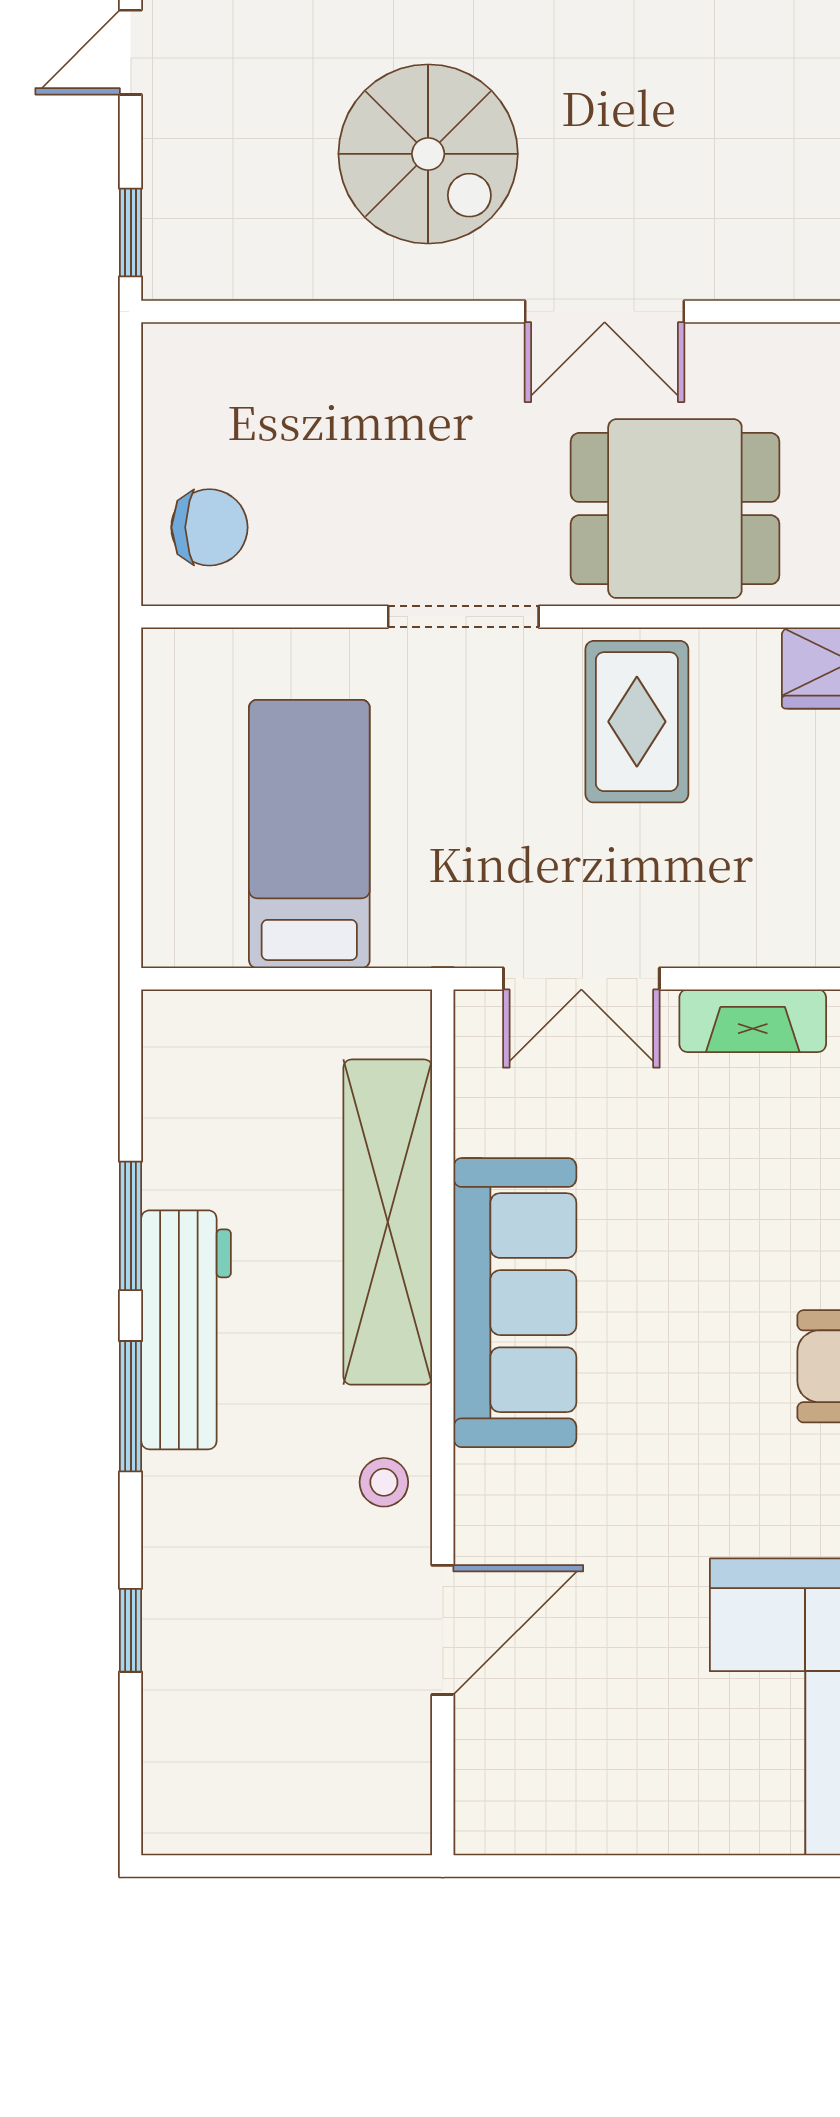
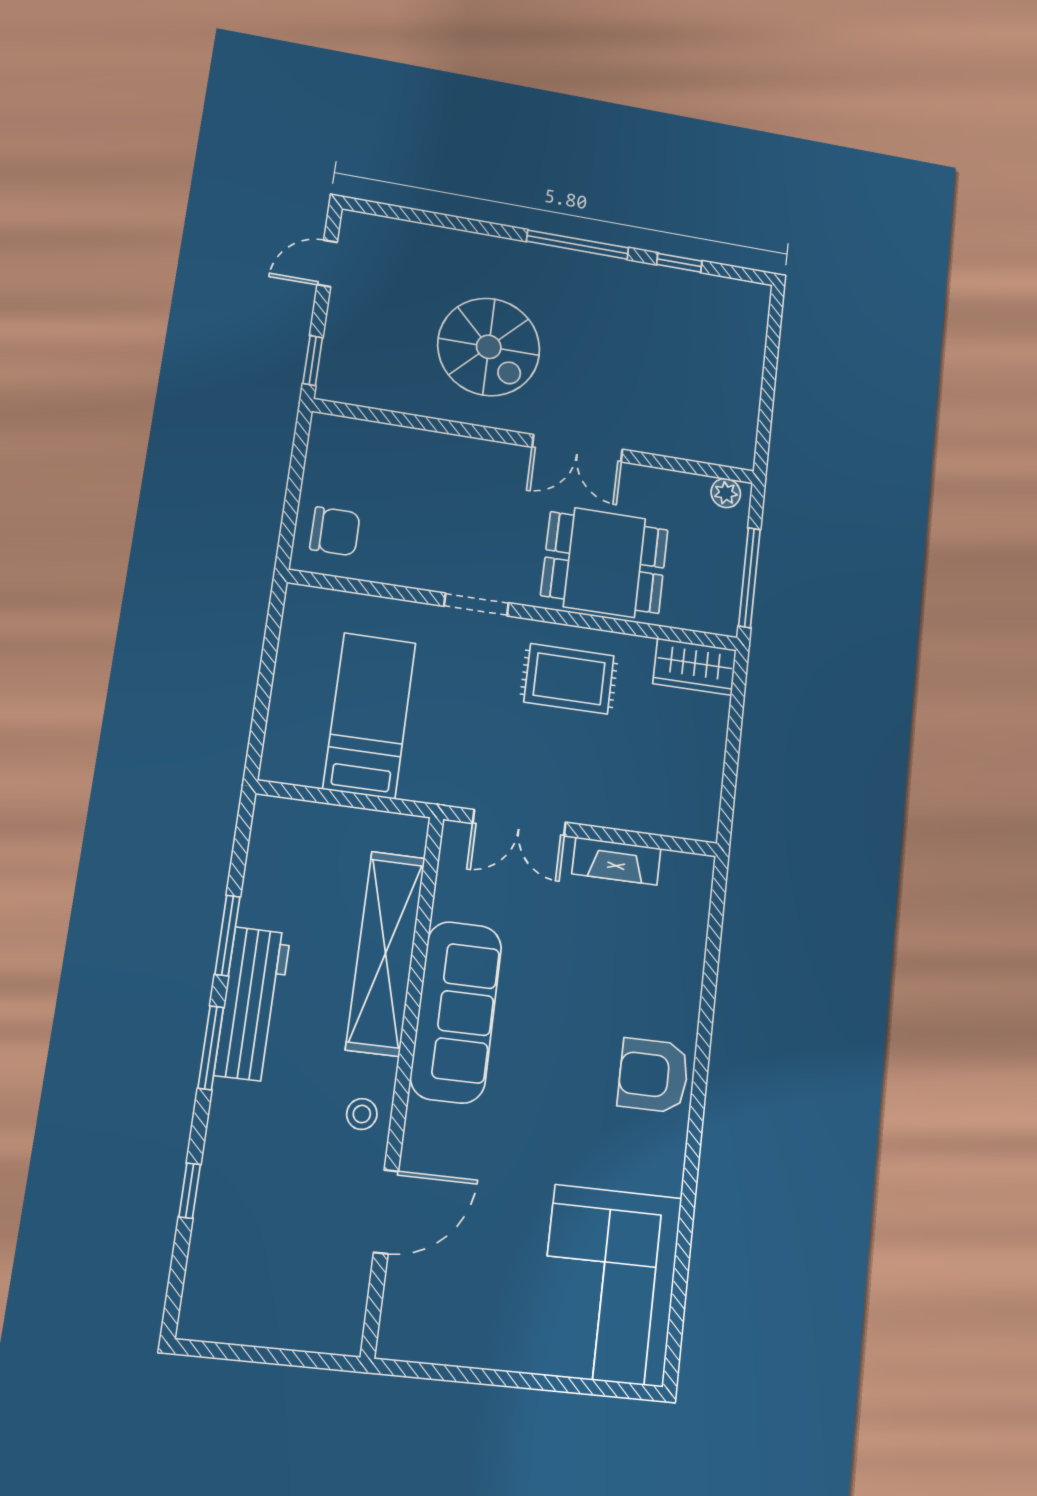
doorway: (463, 617) -> (476, 604), width x0.73
rug: (637, 722) -> (569, 679), turned 90

